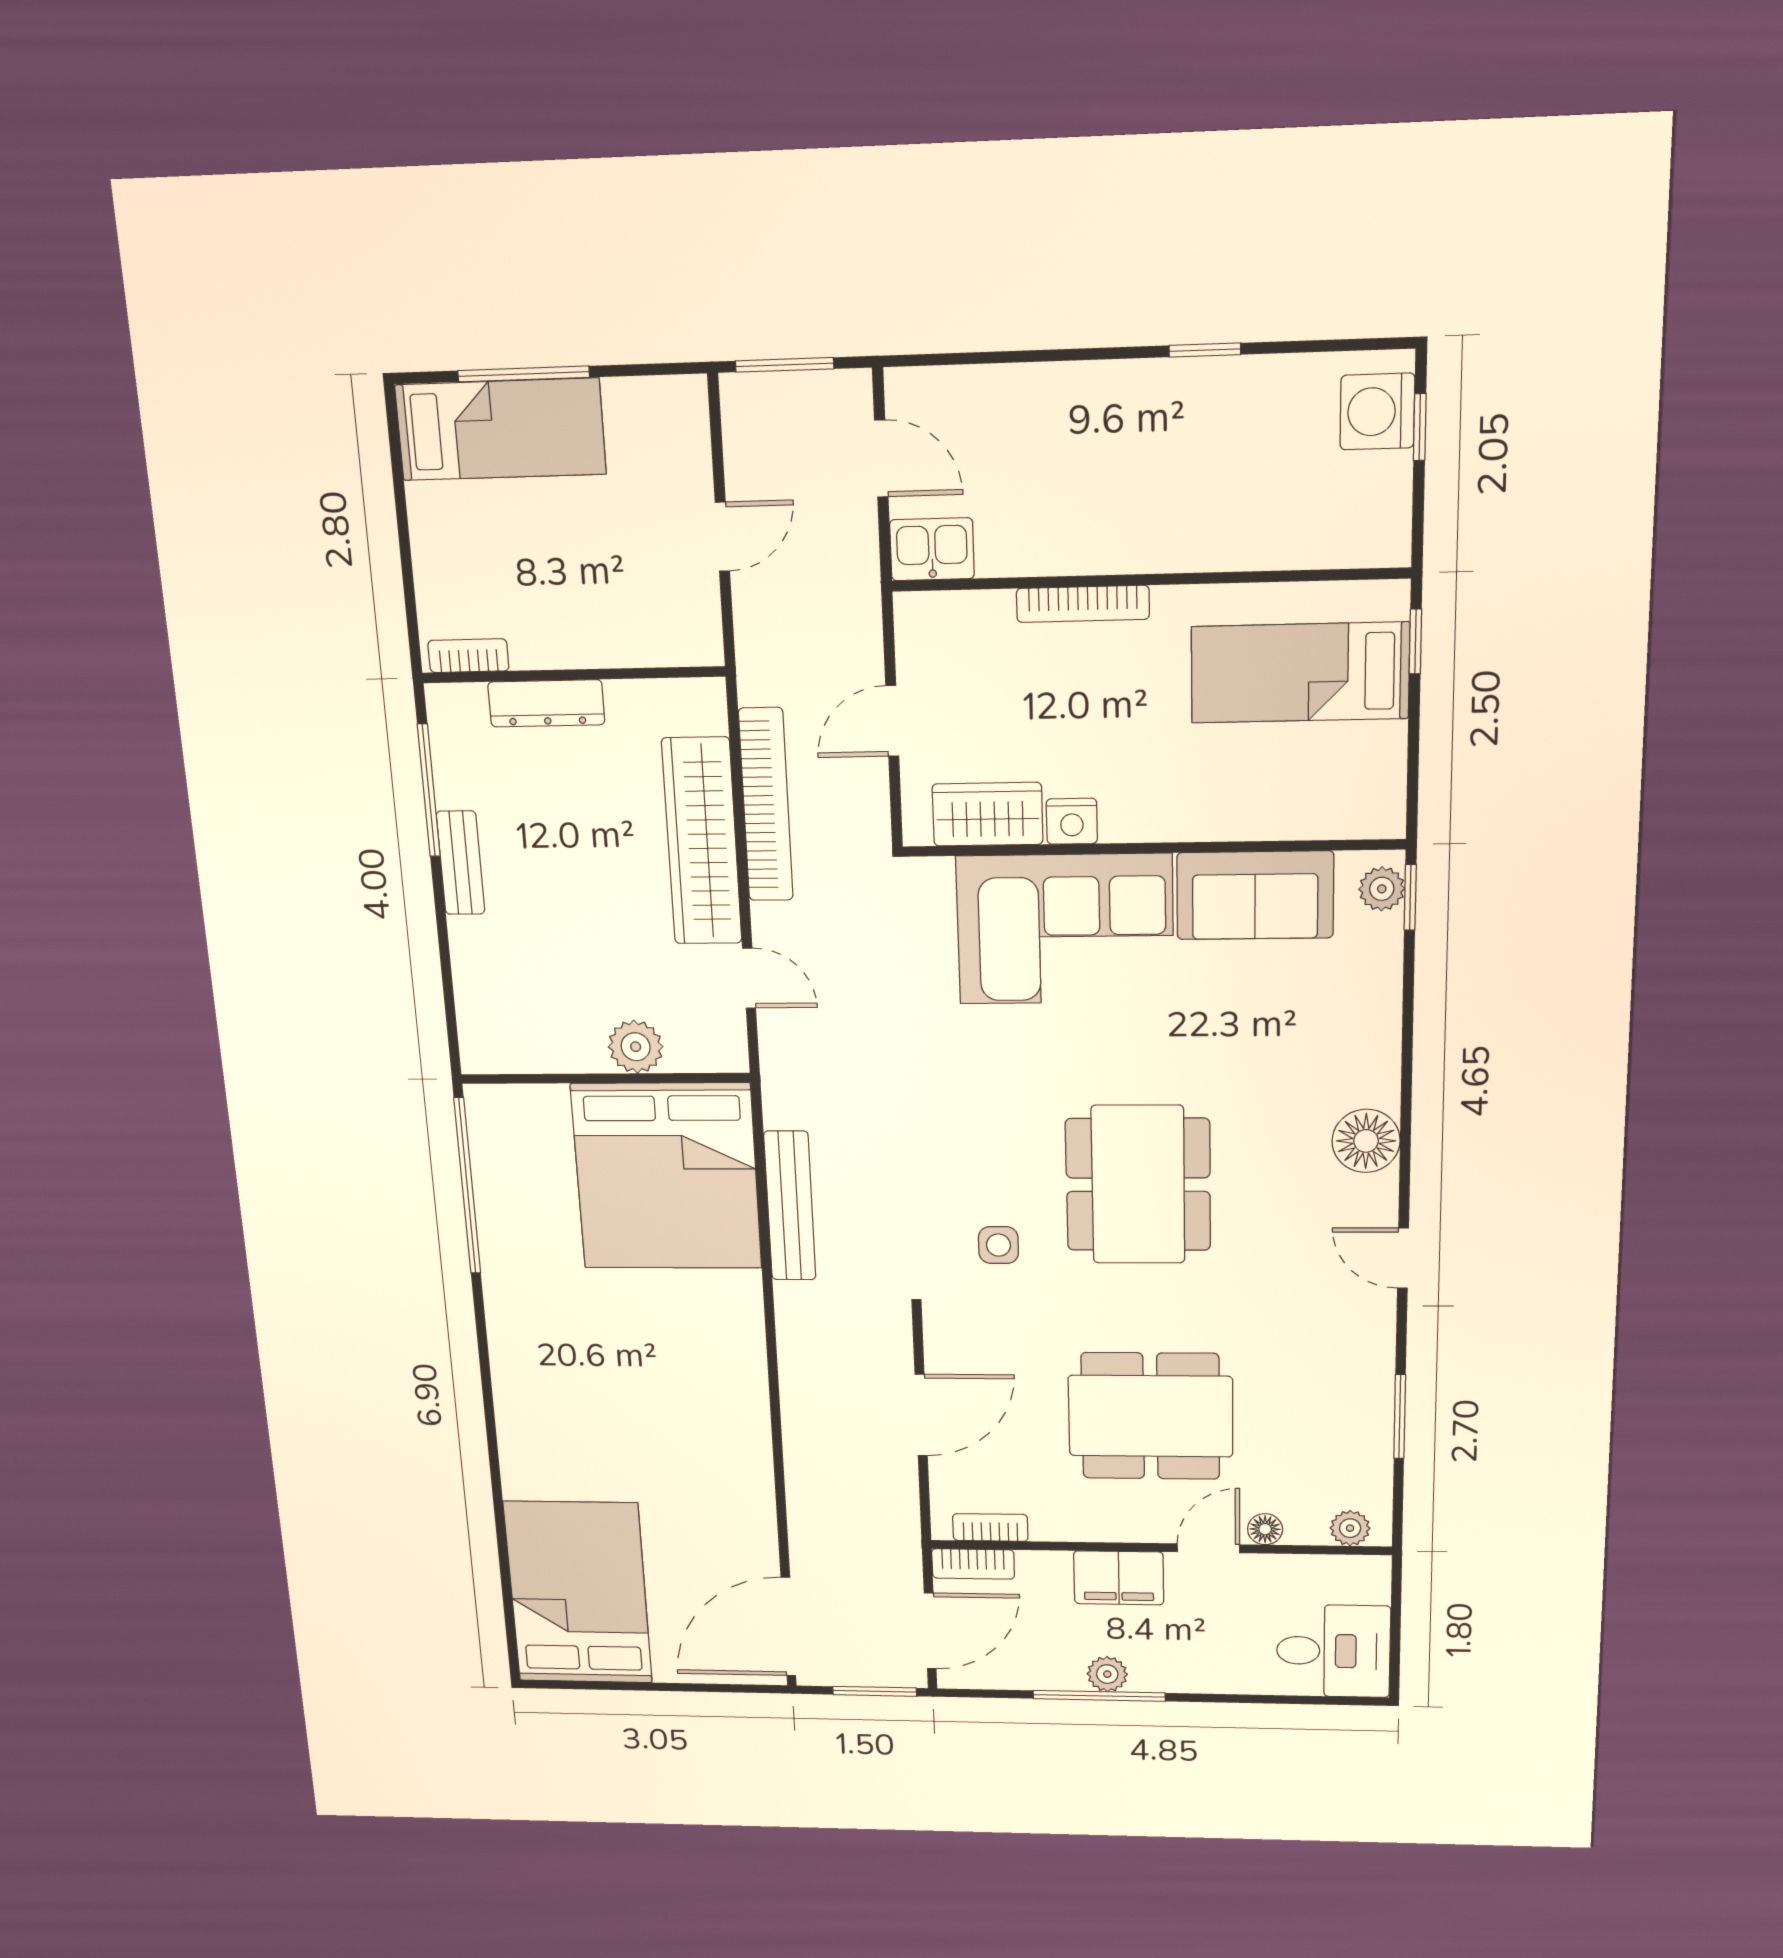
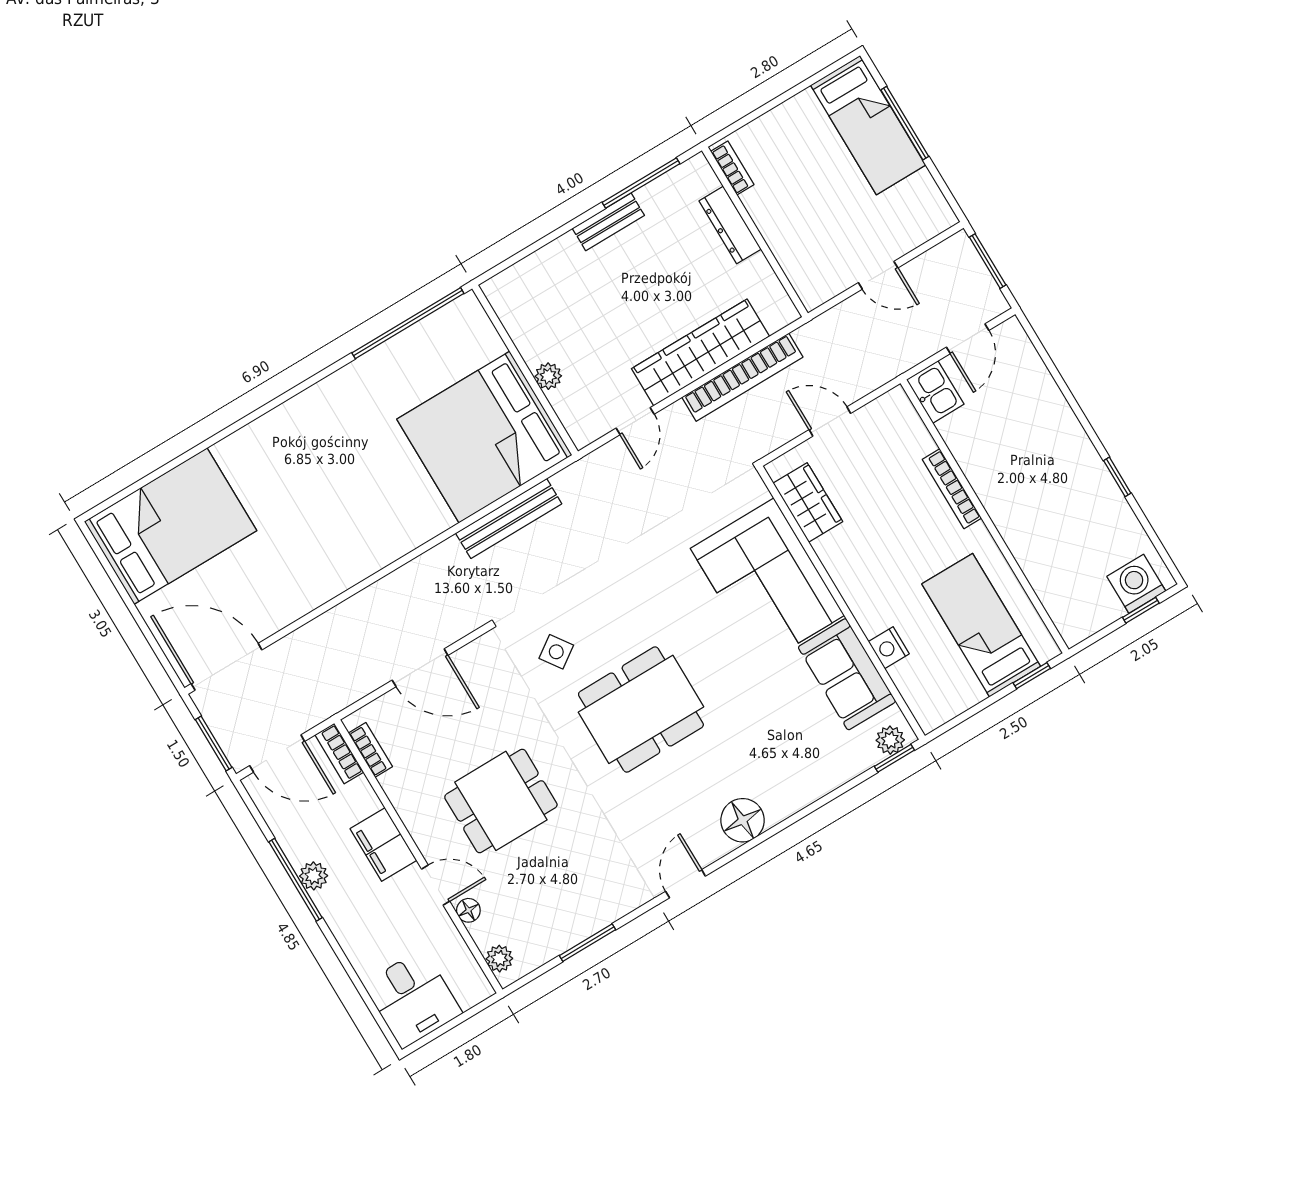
nightstand: (1072, 821) -> (889, 648), moved
plant: (636, 1047) -> (548, 376), width x0.73, depth x0.73
side table: (998, 1245) -> (556, 652), turned -35
dining table: (1150, 1416) -> (501, 801), width x0.73

